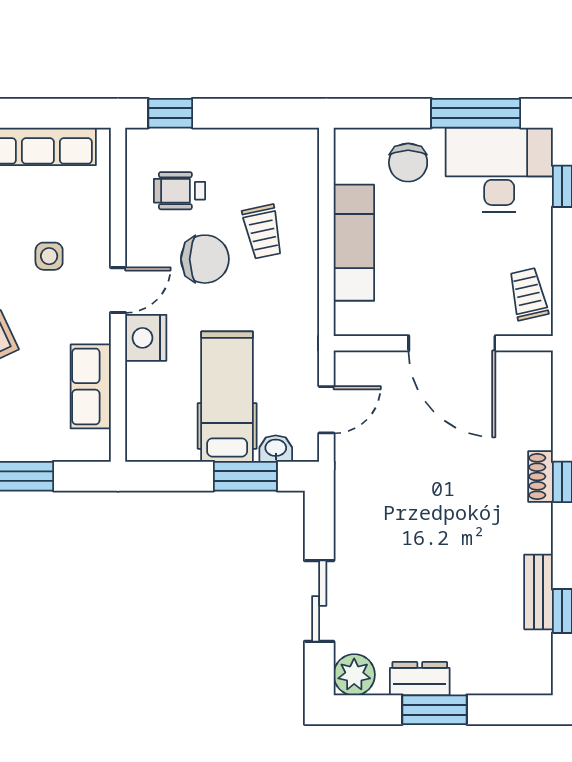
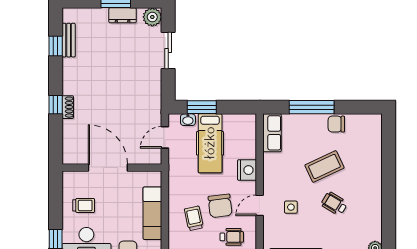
chair: (205, 259) -> (220, 206), turned -97
door: (118, 290) -> (260, 205), moved
trolley: (528, 294) -> (84, 205), moved, turned -77
row of seats: (91, 386) -> (272, 133), moved
bench: (538, 592) -> (69, 40), moved

